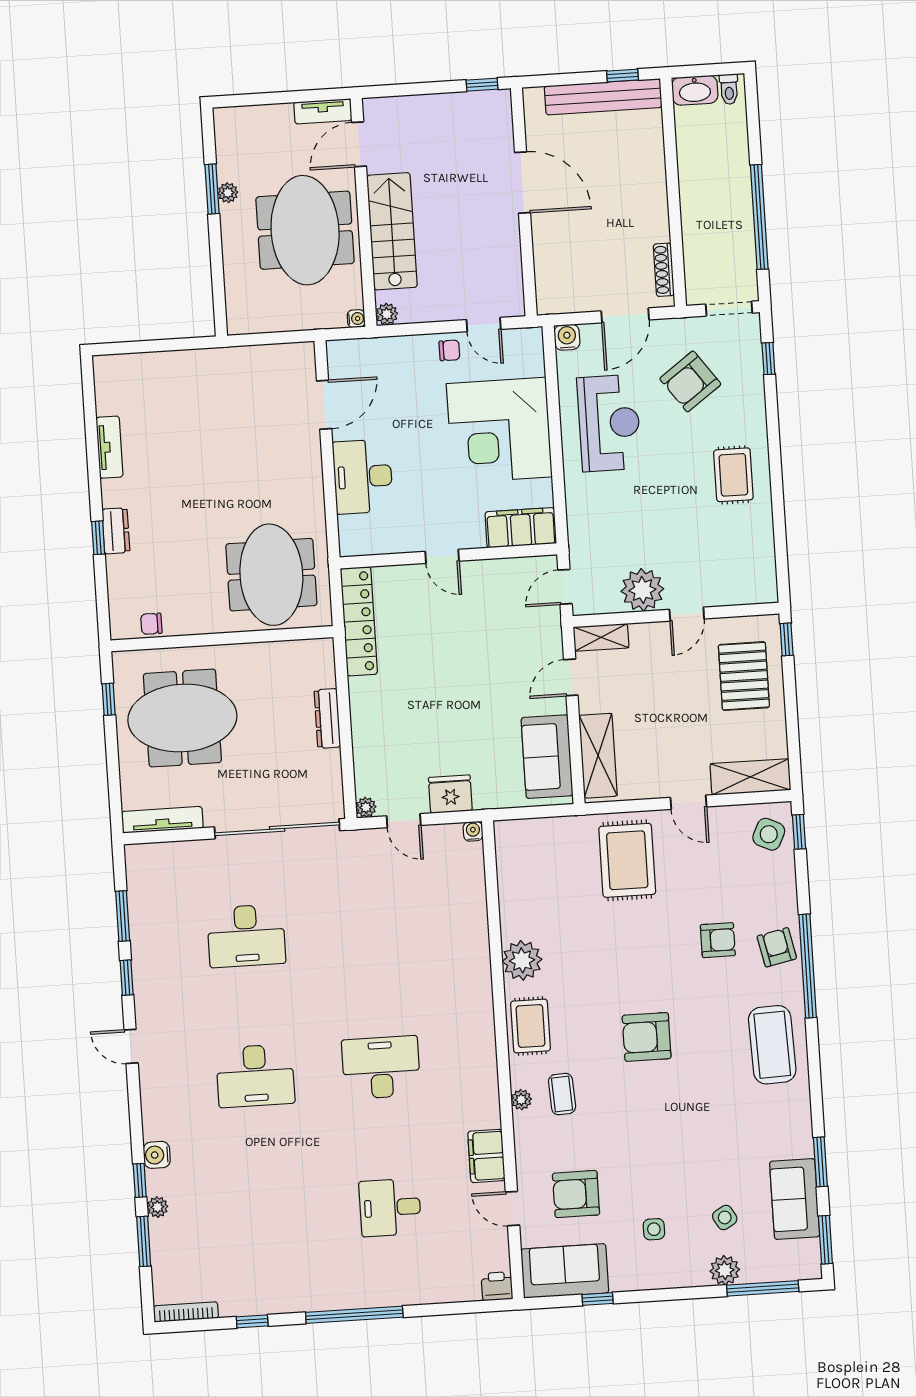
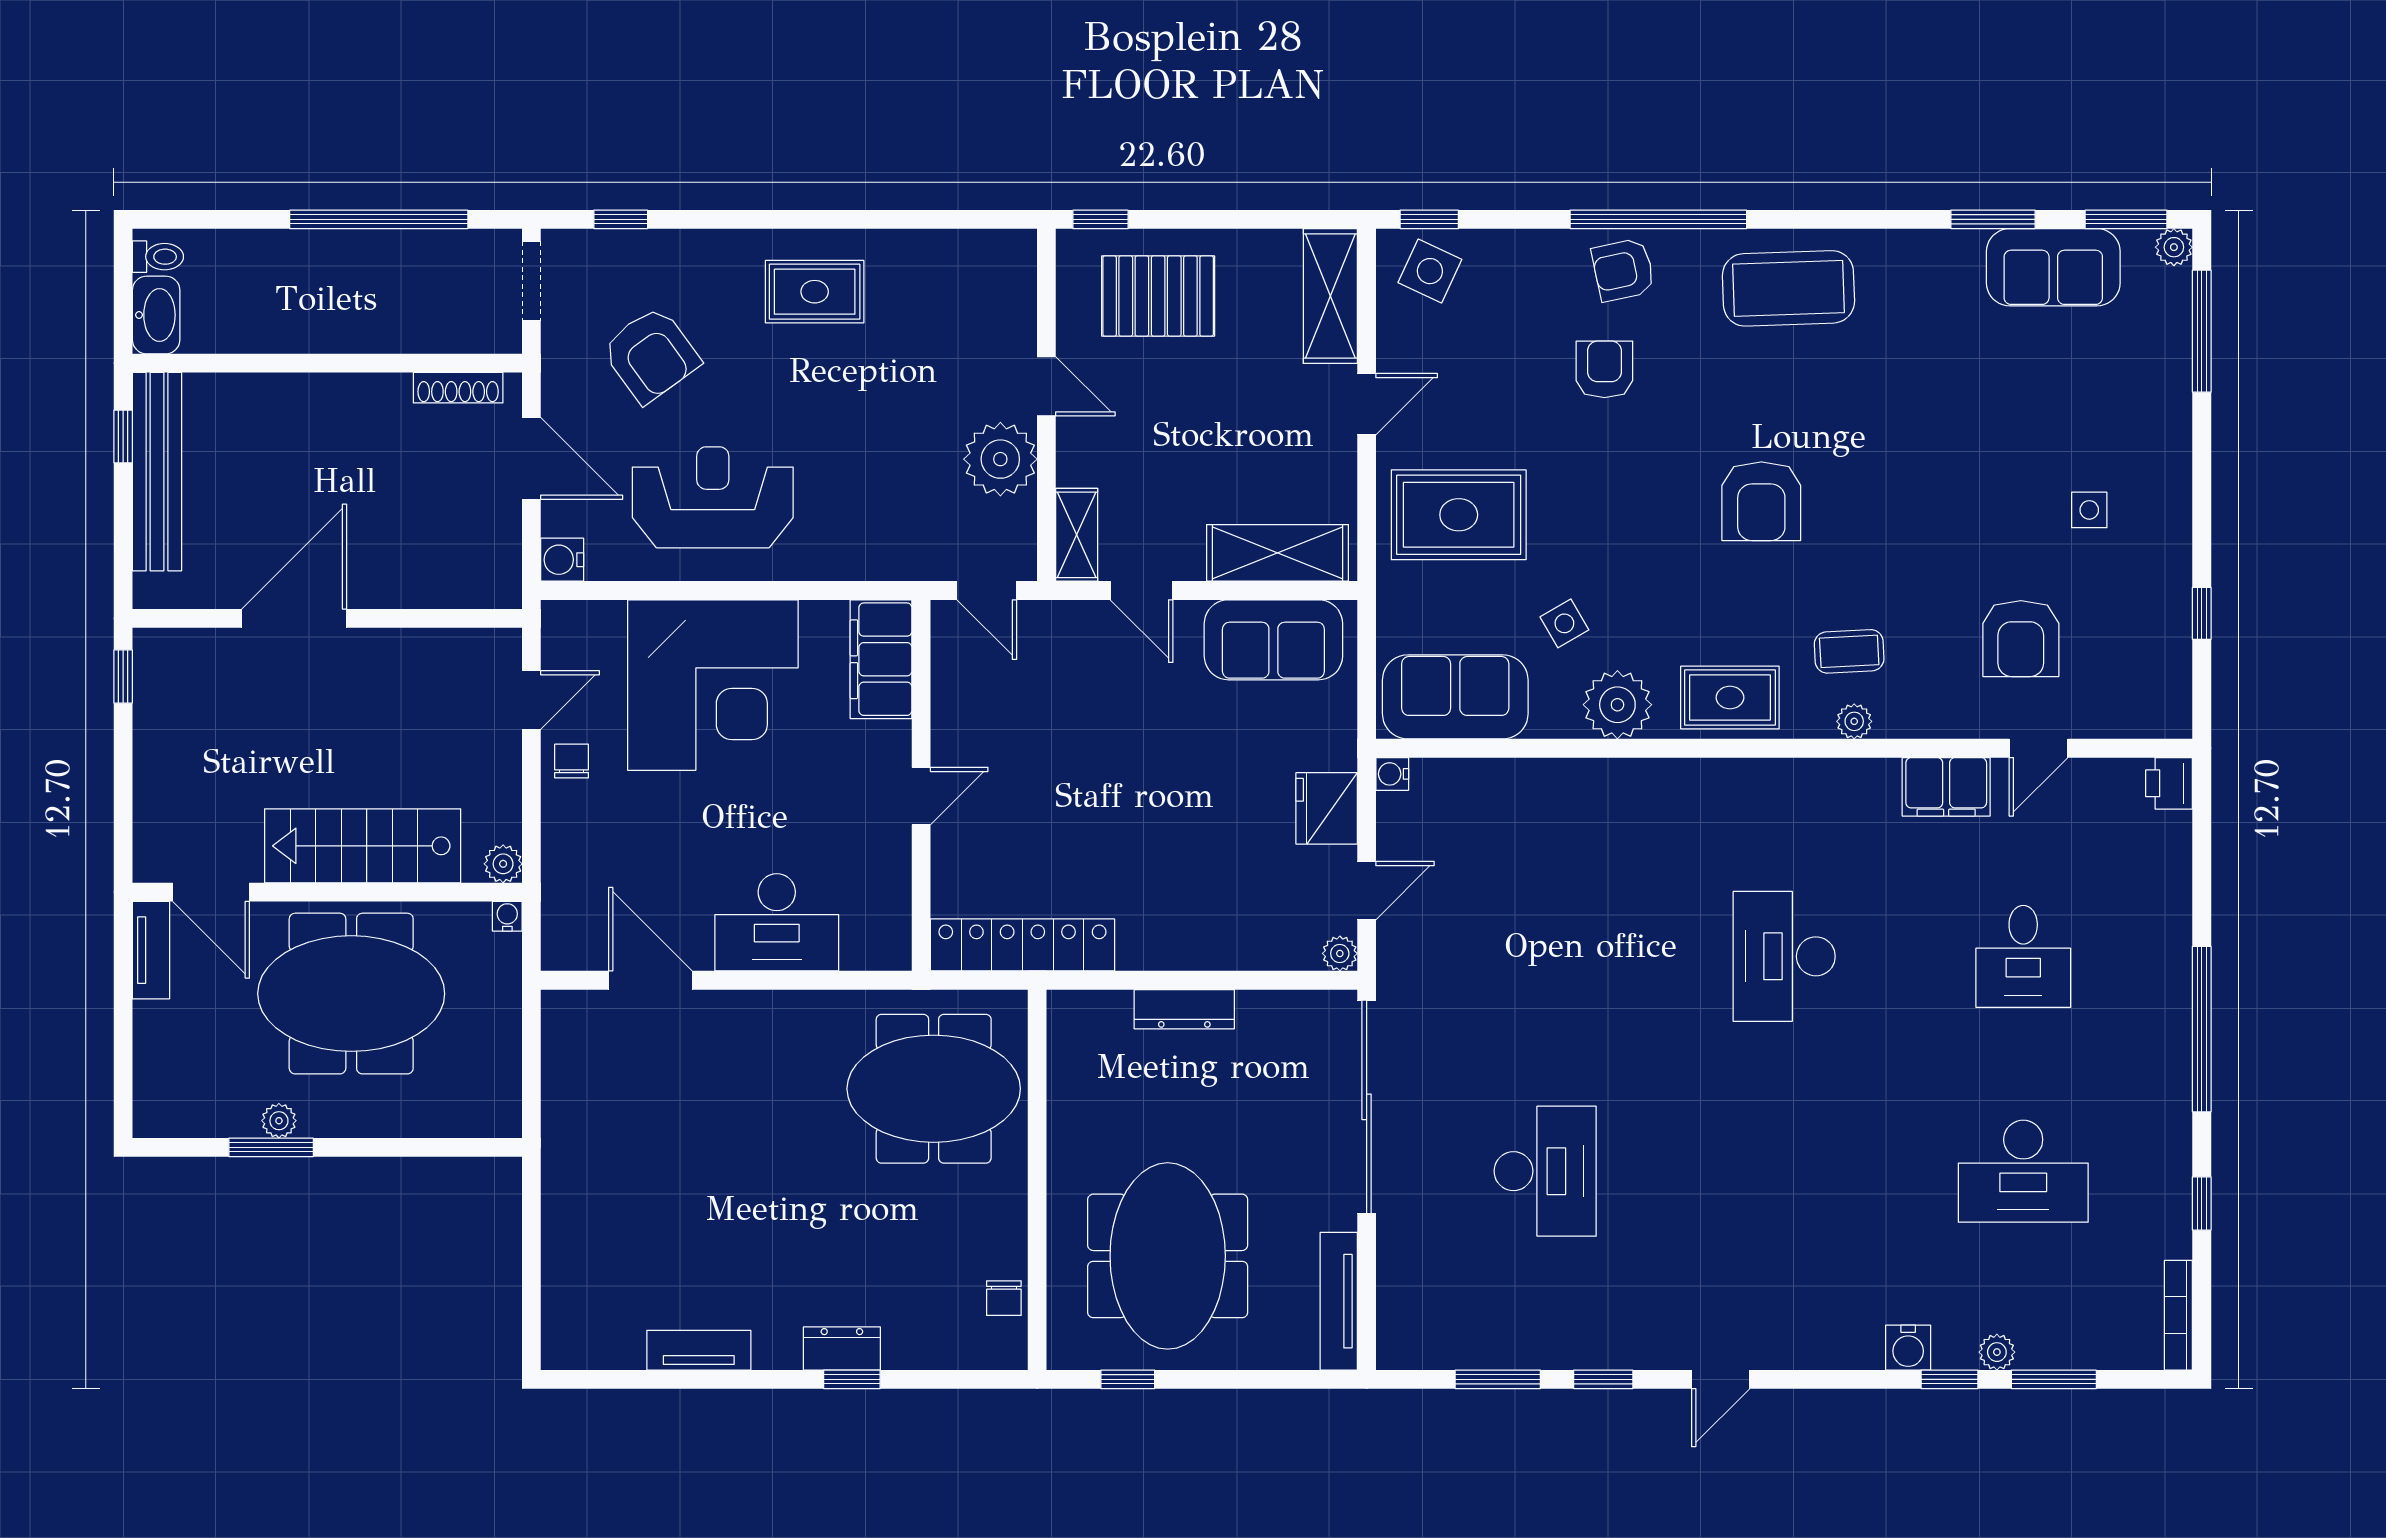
desk: (255, 1076) -> (2023, 1171), moved, turned 90
side table: (725, 1217) -> (1564, 623), moved
plant: (725, 1270) -> (2174, 247), moved, width x0.73, depth x0.73
sofa: (565, 1271) -> (1455, 697), moved, turned 90

